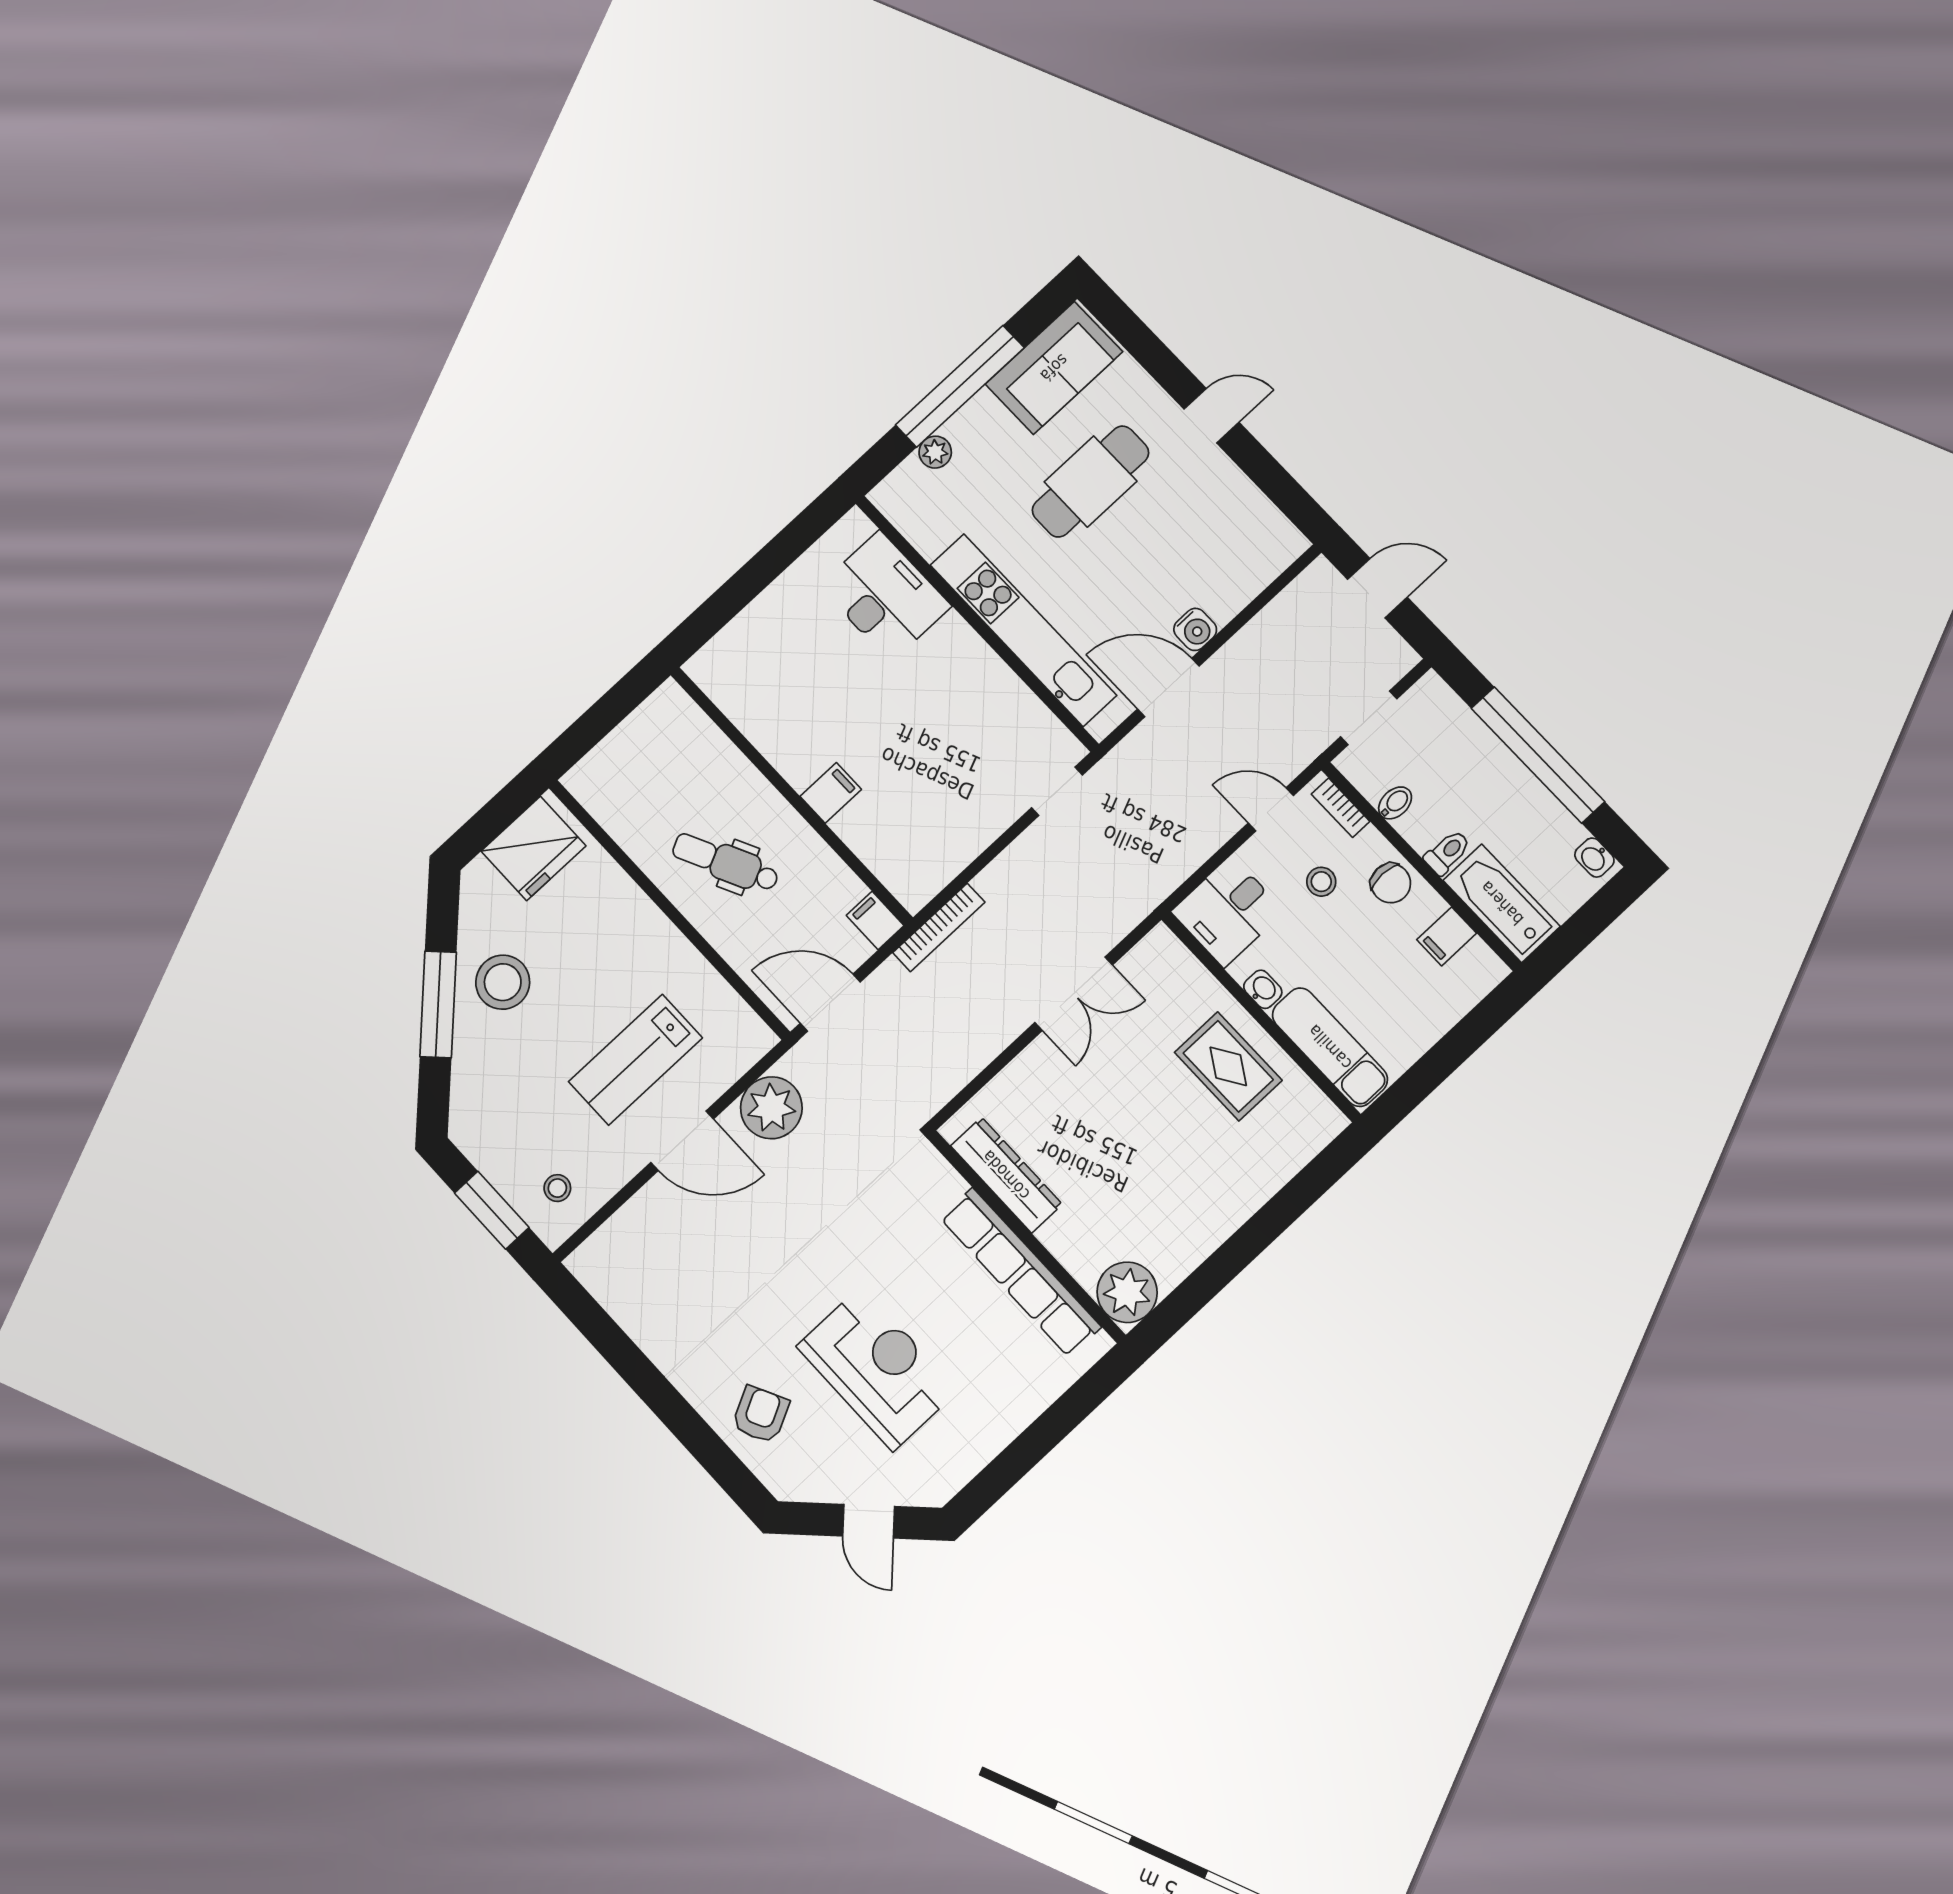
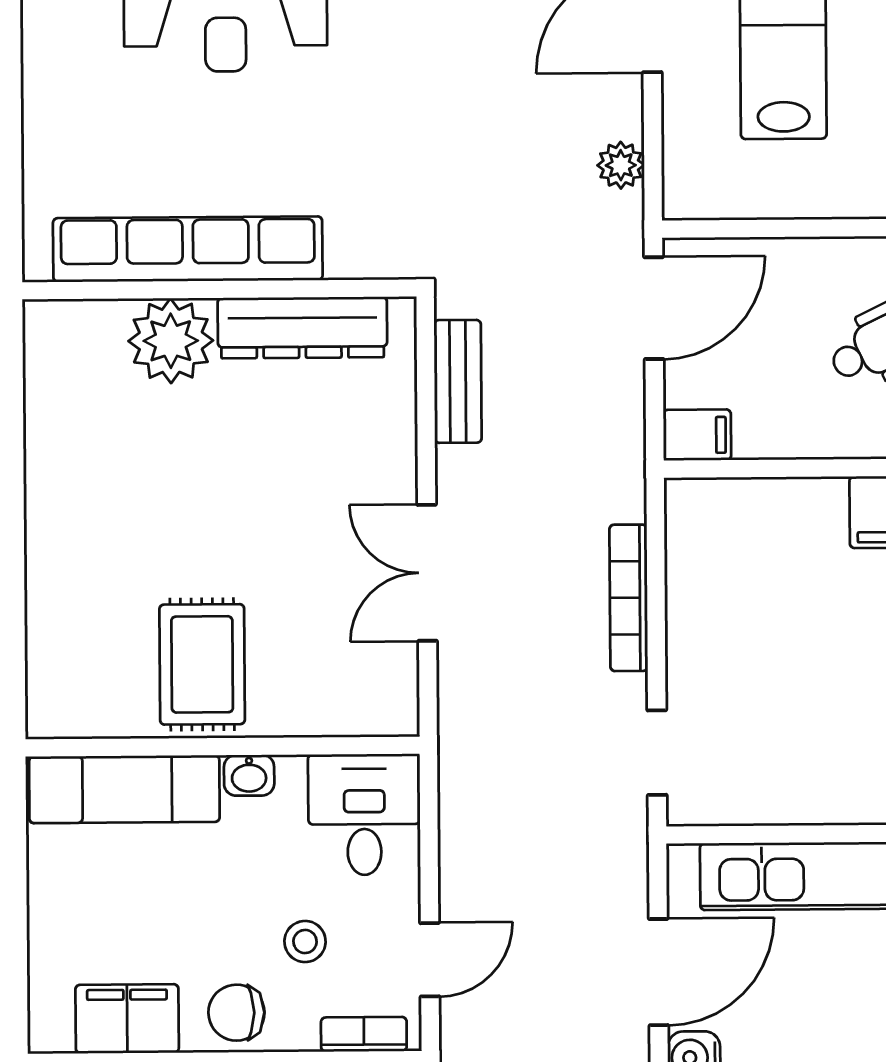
bookcase: (939, 927) -> (629, 598), moved
filing cabinet: (1447, 936) -> (127, 1019), width x2.00
rug: (1228, 1066) -> (202, 664), turned 90
bench: (960, 1069) -> (458, 381), added
plant: (771, 1108) -> (621, 165), width x0.53, depth x0.53
plant: (1127, 1292) -> (171, 341), moved

